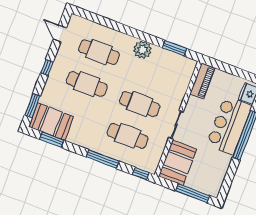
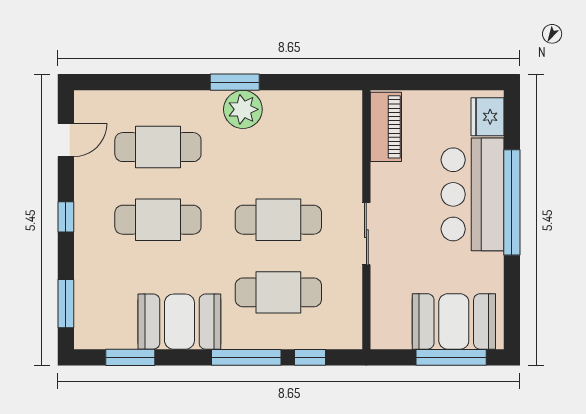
door: (60, 34) -> (66, 140), swing flipped
window: (175, 48) -> (235, 82), moved
booth: (51, 122) -> (179, 322), moved
booth: (178, 163) -> (454, 321), moved, turned 90
window: (141, 174) -> (310, 357), moved

